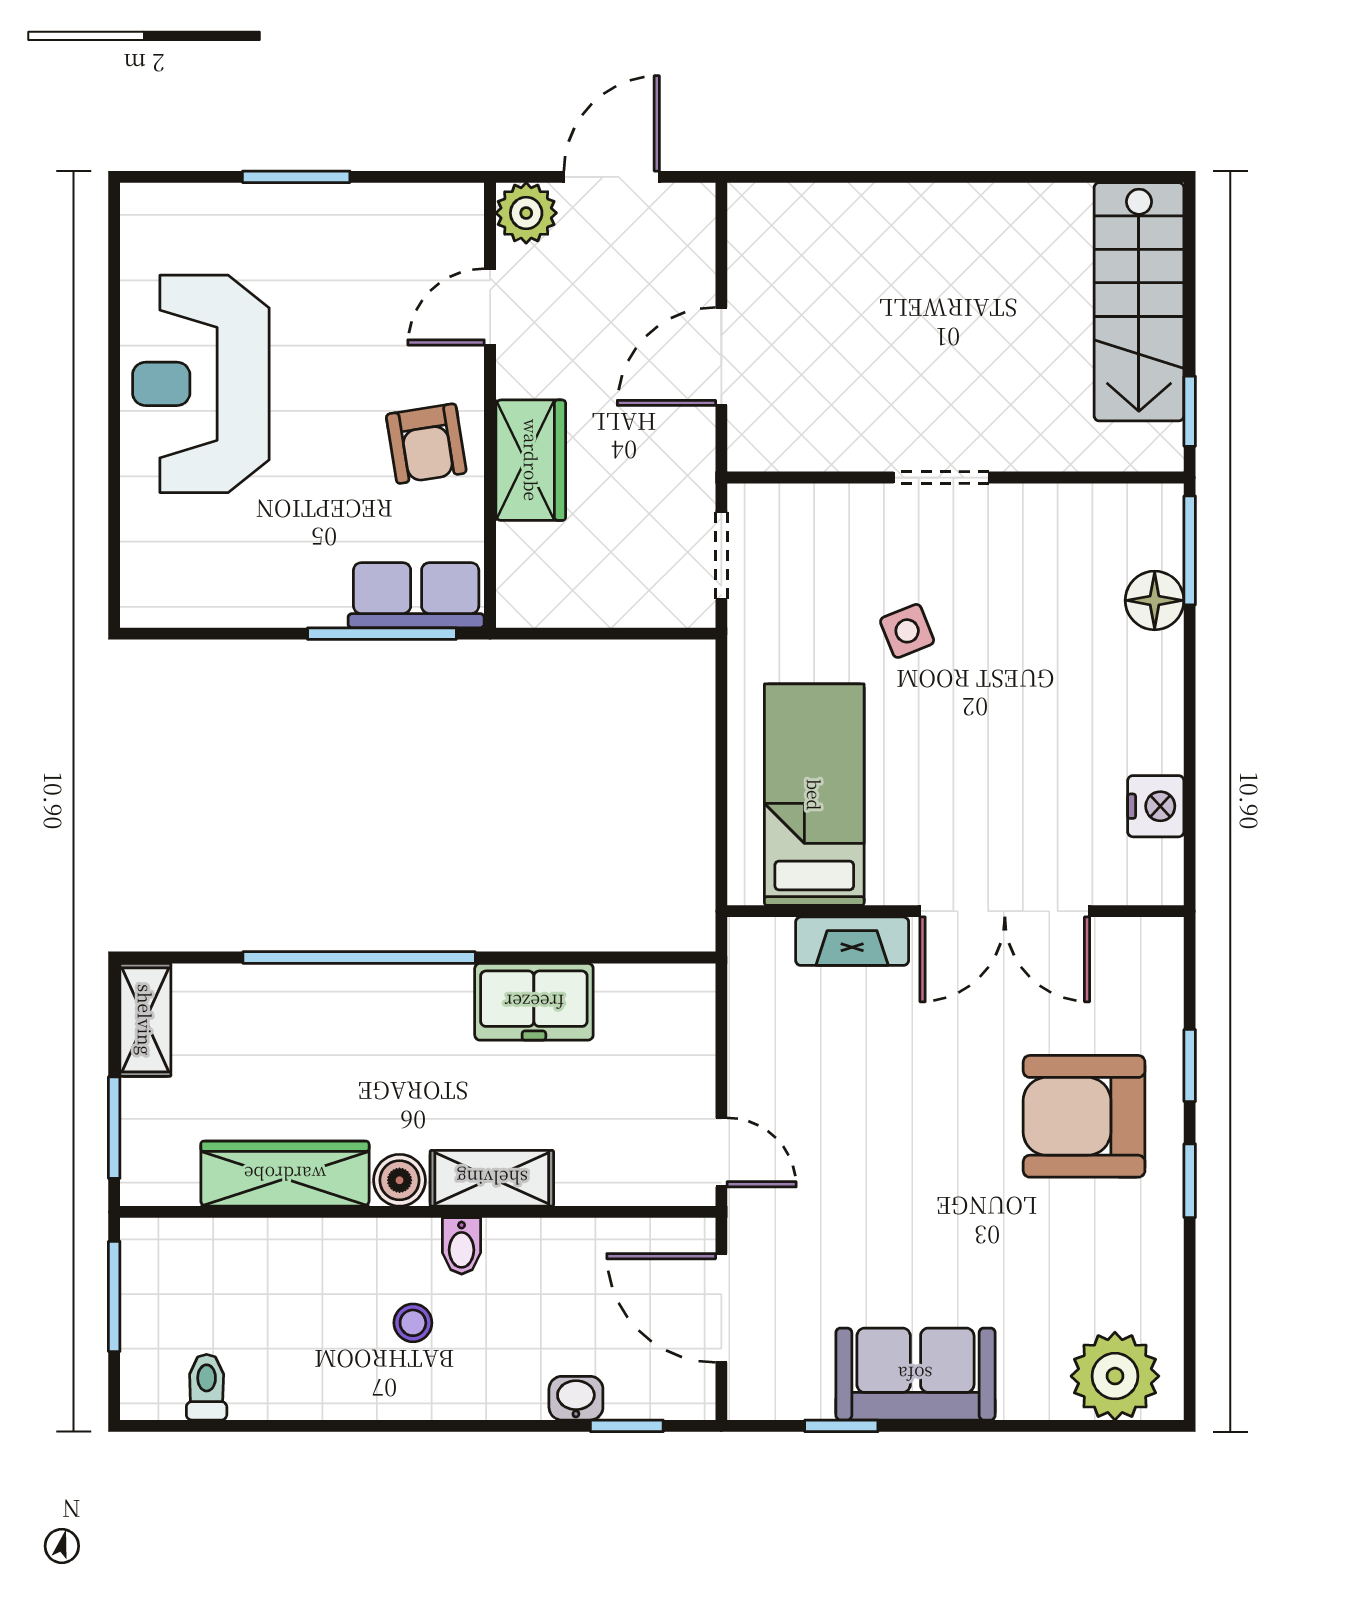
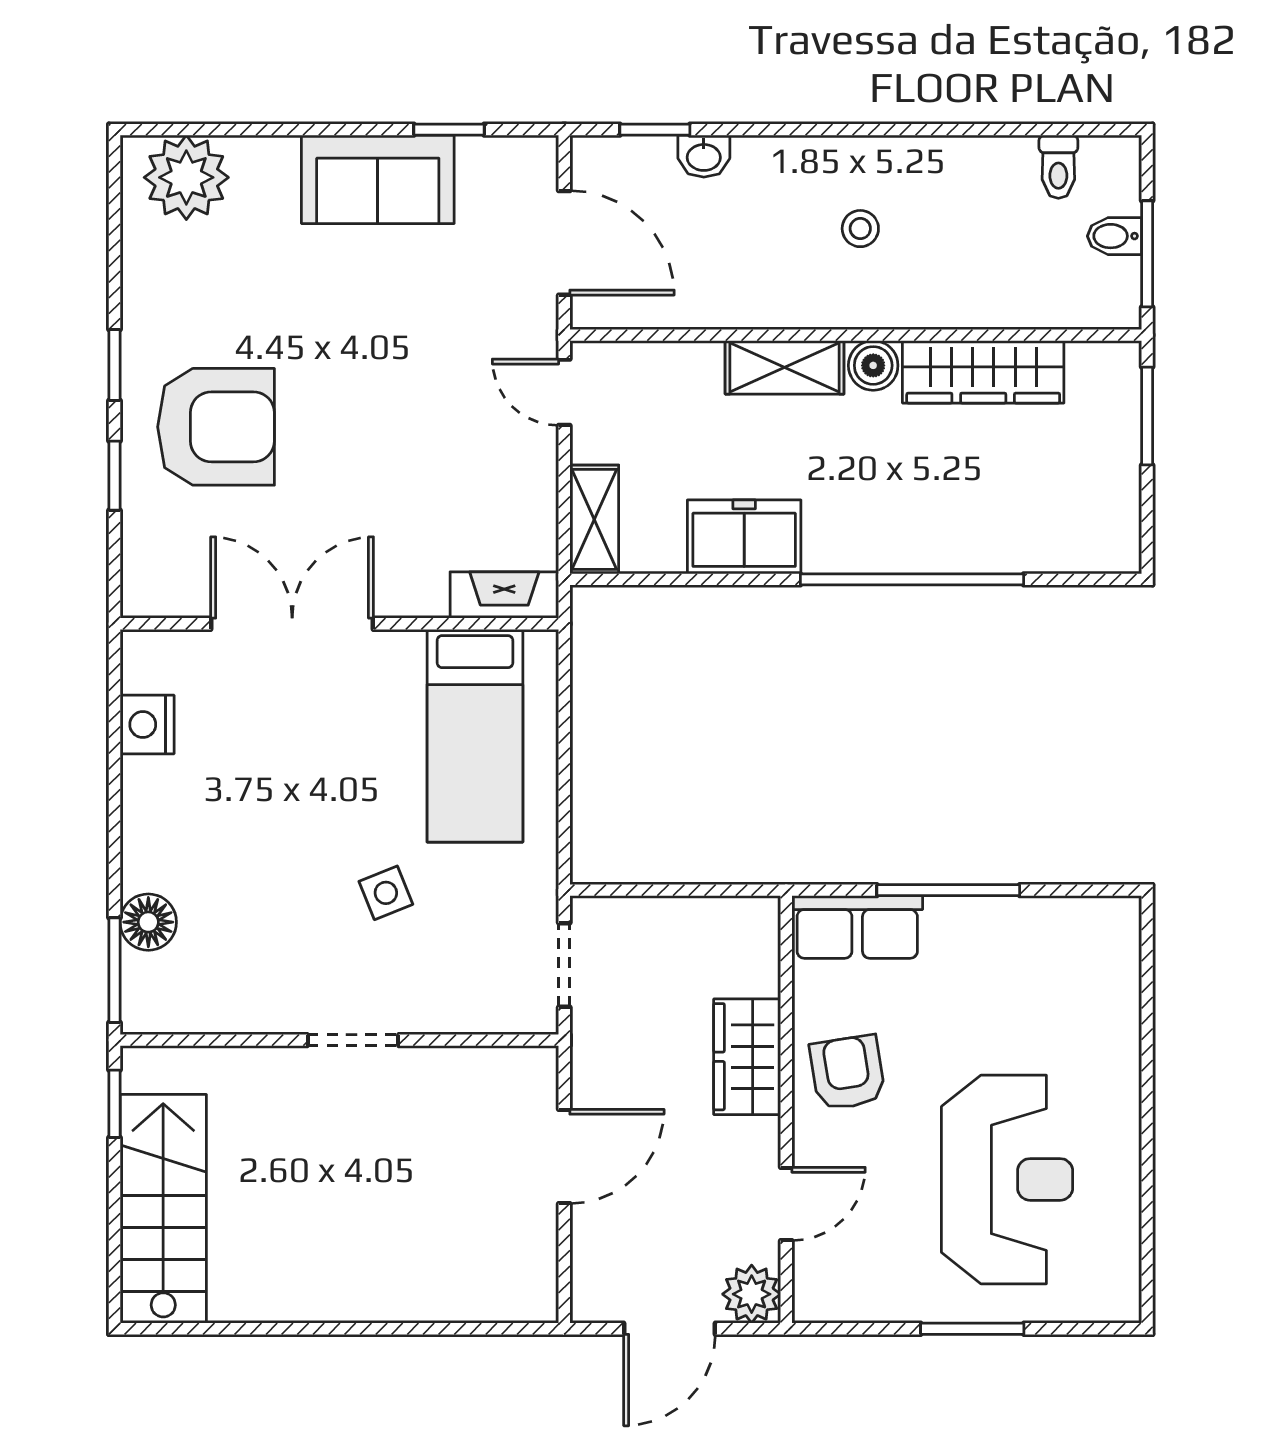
reception desk: (201, 384) -> (1007, 1179), moved
window: (382, 634) -> (948, 890), moved
fireplace: (852, 941) -> (504, 595), moved
shelving: (145, 1020) -> (594, 519), moved
bidet: (462, 1246) -> (1114, 236), moved, turned -90

